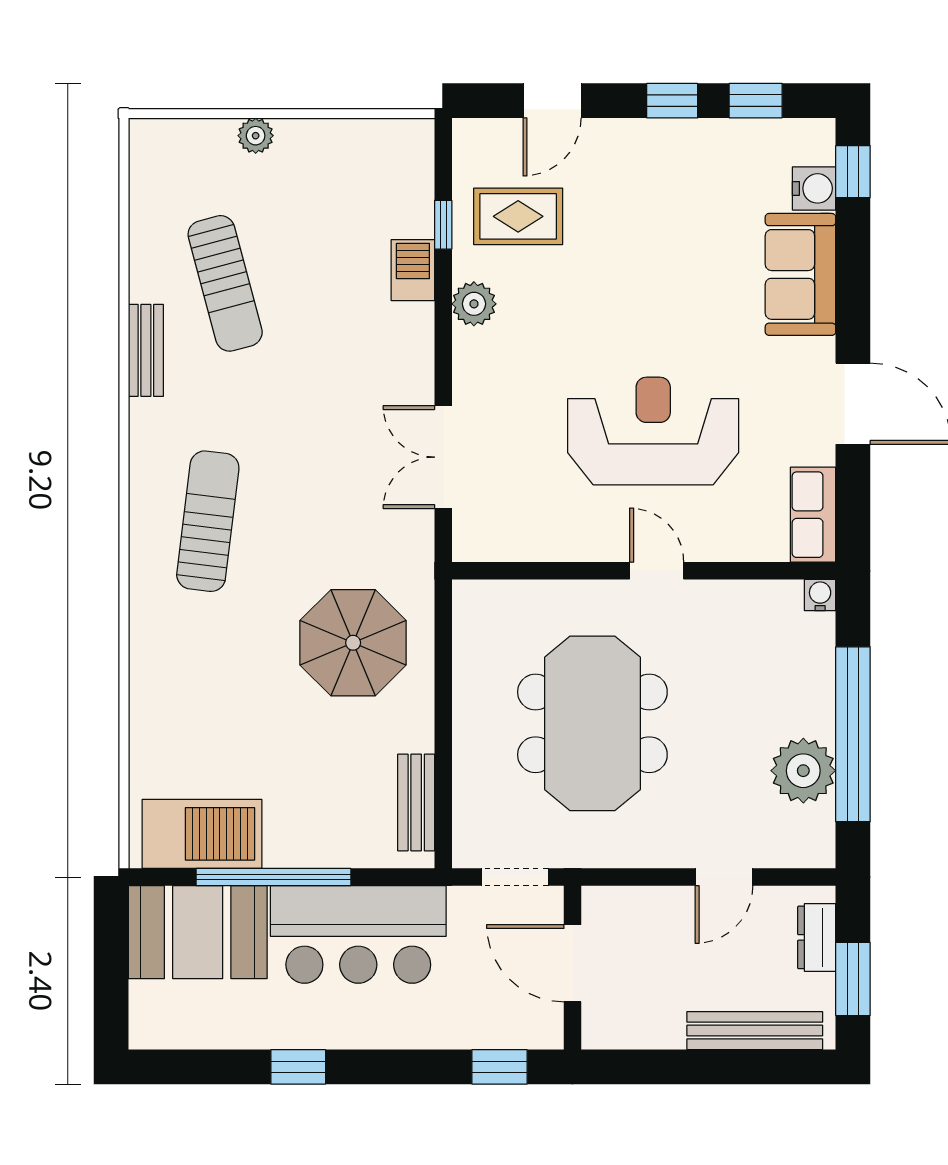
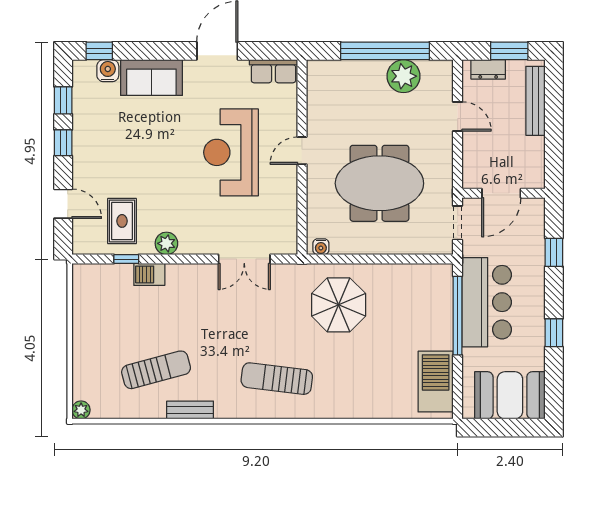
plant: (256, 136) -> (81, 410), moved
water cooler: (820, 595) -> (321, 247), moved, turned -90
bench: (416, 802) -> (420, 273), removed
window: (273, 877) -> (458, 316), moved
booth: (198, 932) -> (510, 395), moved, turned 90
window: (500, 1067) -> (554, 252), moved

